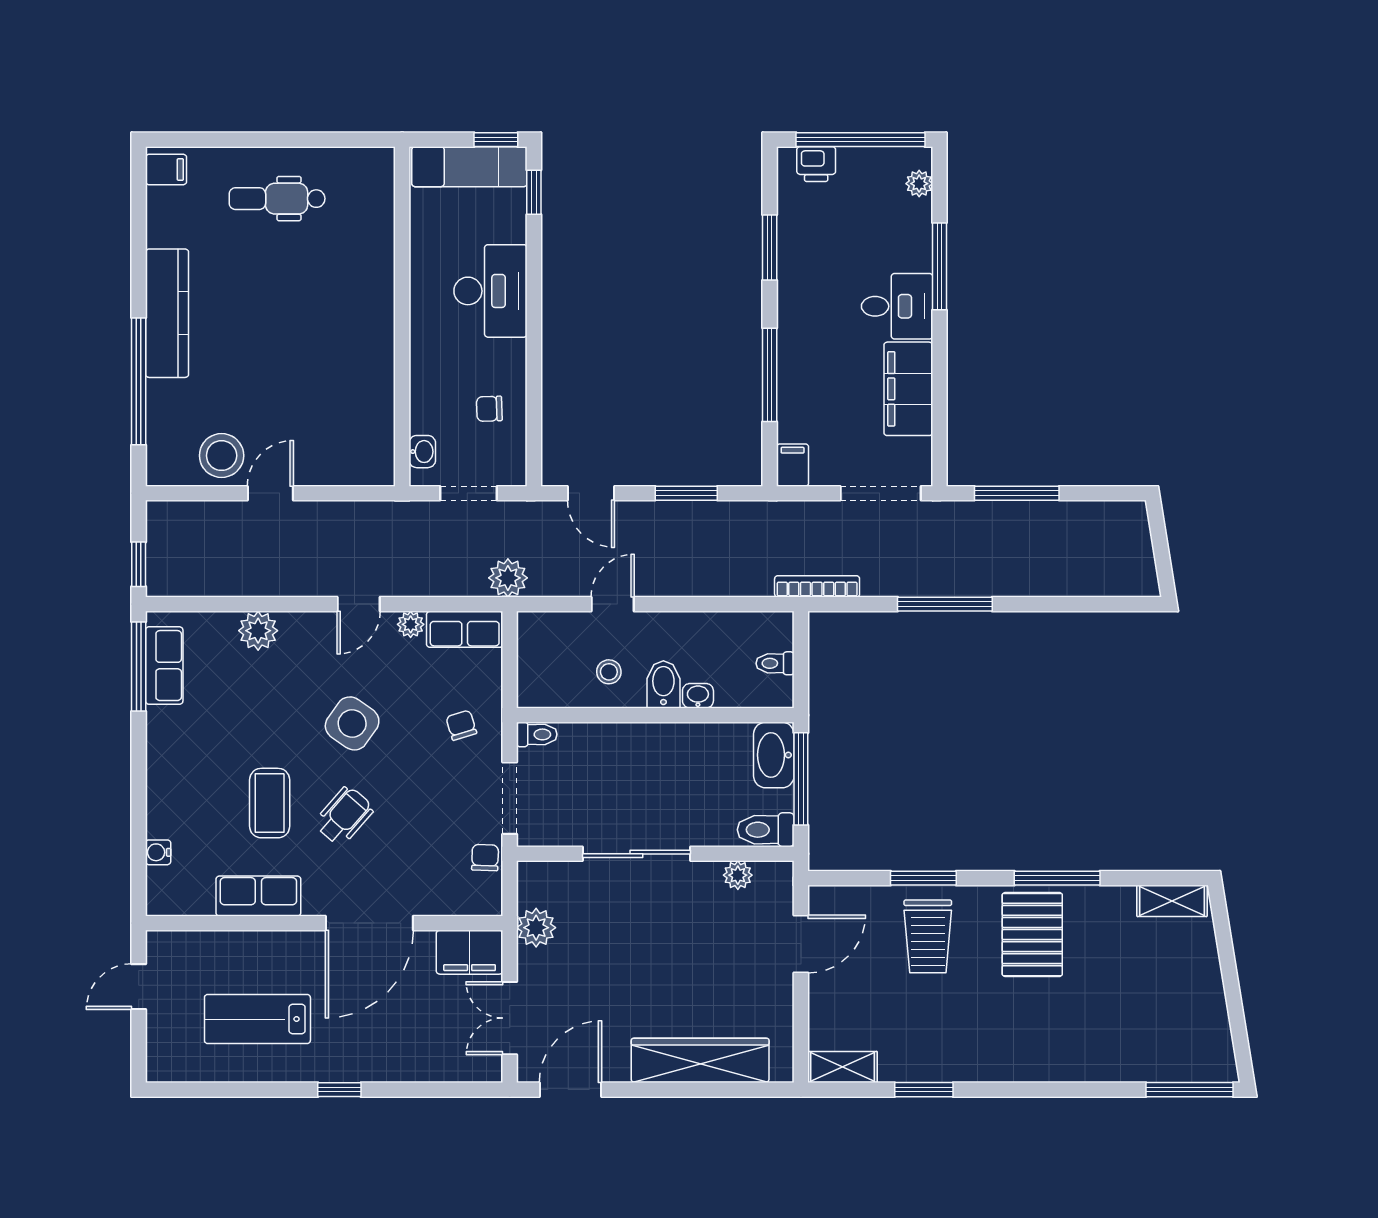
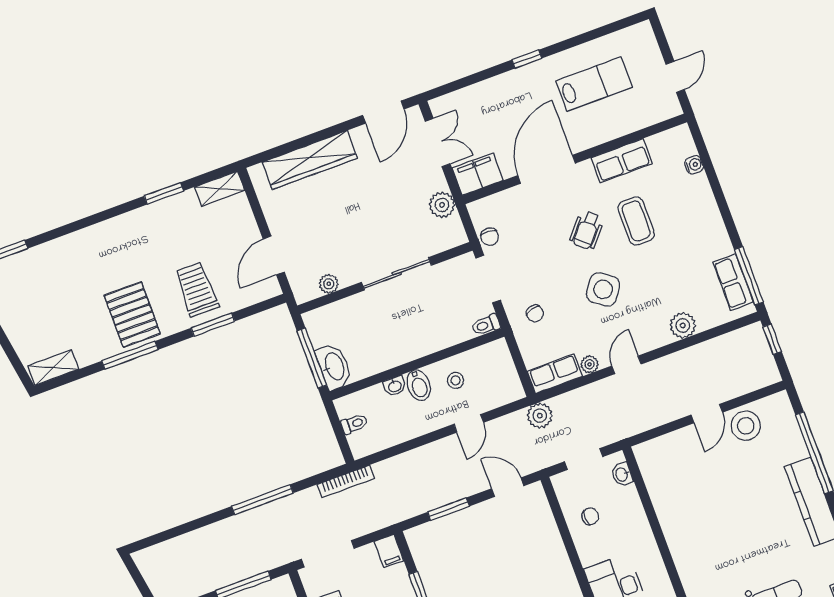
toilet: (766, 830) -> (322, 318), removed

